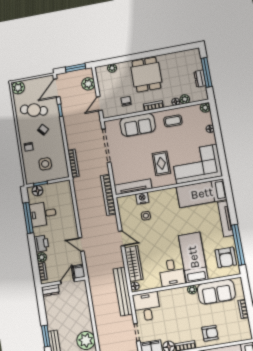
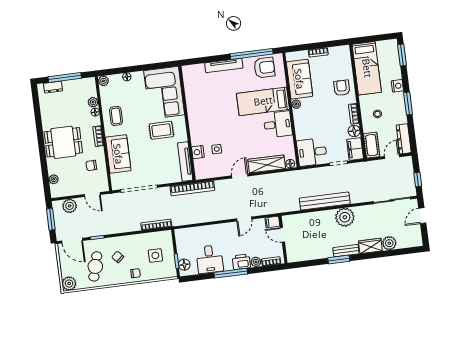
dresser: (200, 79) -> (53, 87), moved
bed: (202, 193) -> (196, 89), removed
window: (28, 218) -> (231, 273), moved
dresser: (50, 290) -> (291, 253), removed
bench: (123, 291) -> (325, 201), moved

